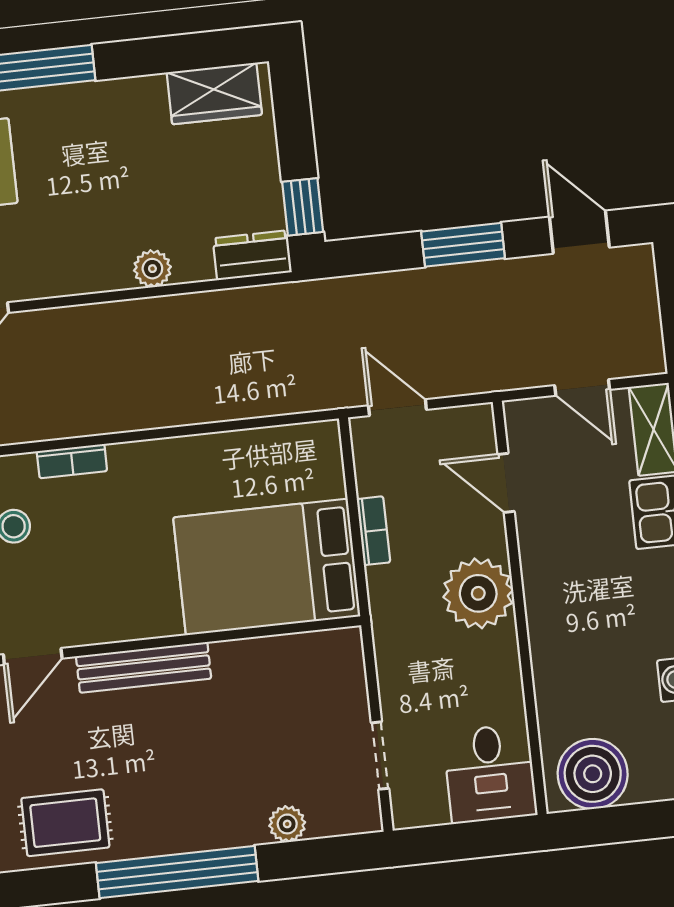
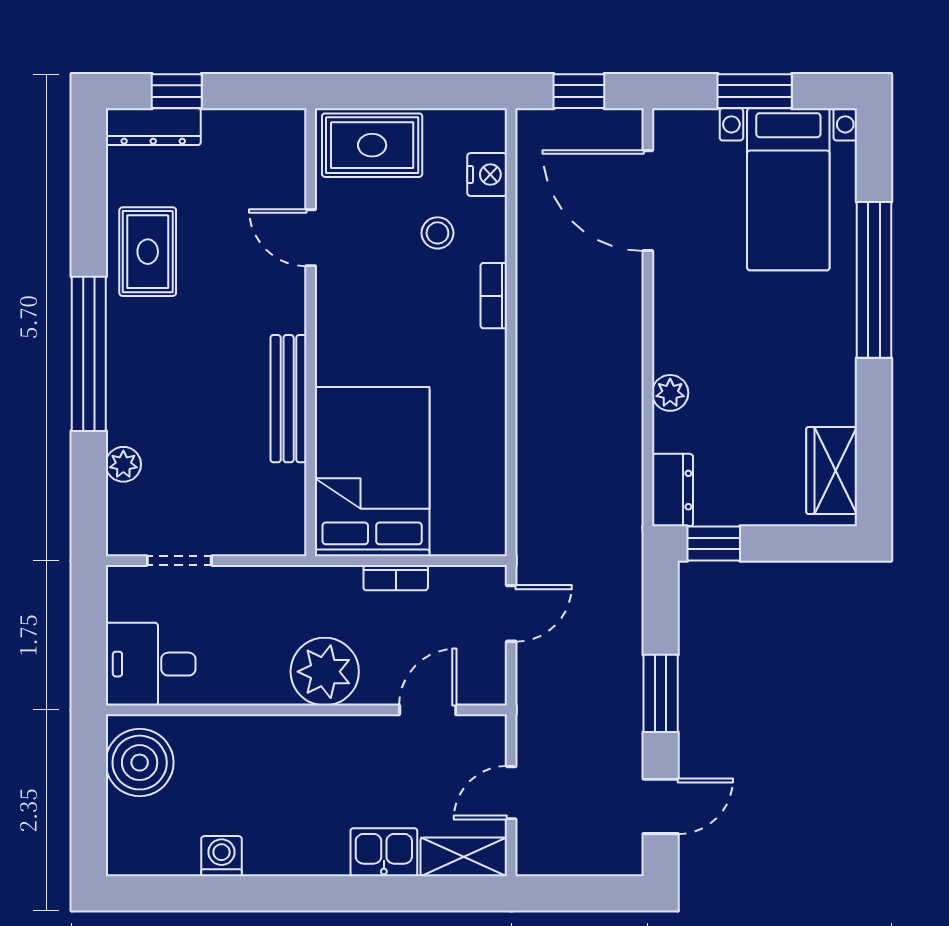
bench: (144, 667) -> (289, 399), moved

